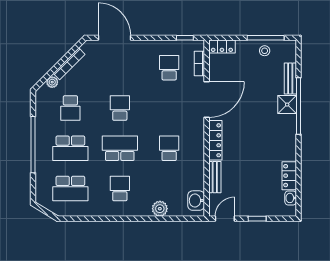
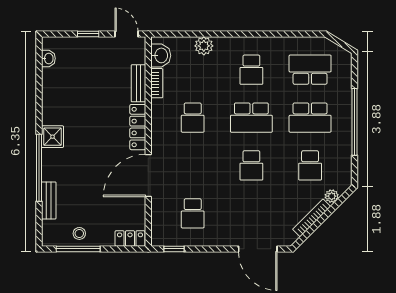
bookcase: (199, 63) -> (157, 83), moved
shower: (287, 105) -> (52, 137), moved
school desk: (70, 108) -> (310, 165), turned 180
school desk: (70, 148) -> (310, 118), turned 180
locker: (289, 176) -> (50, 85), removed
door: (225, 219) -> (127, 34), swing flipped

